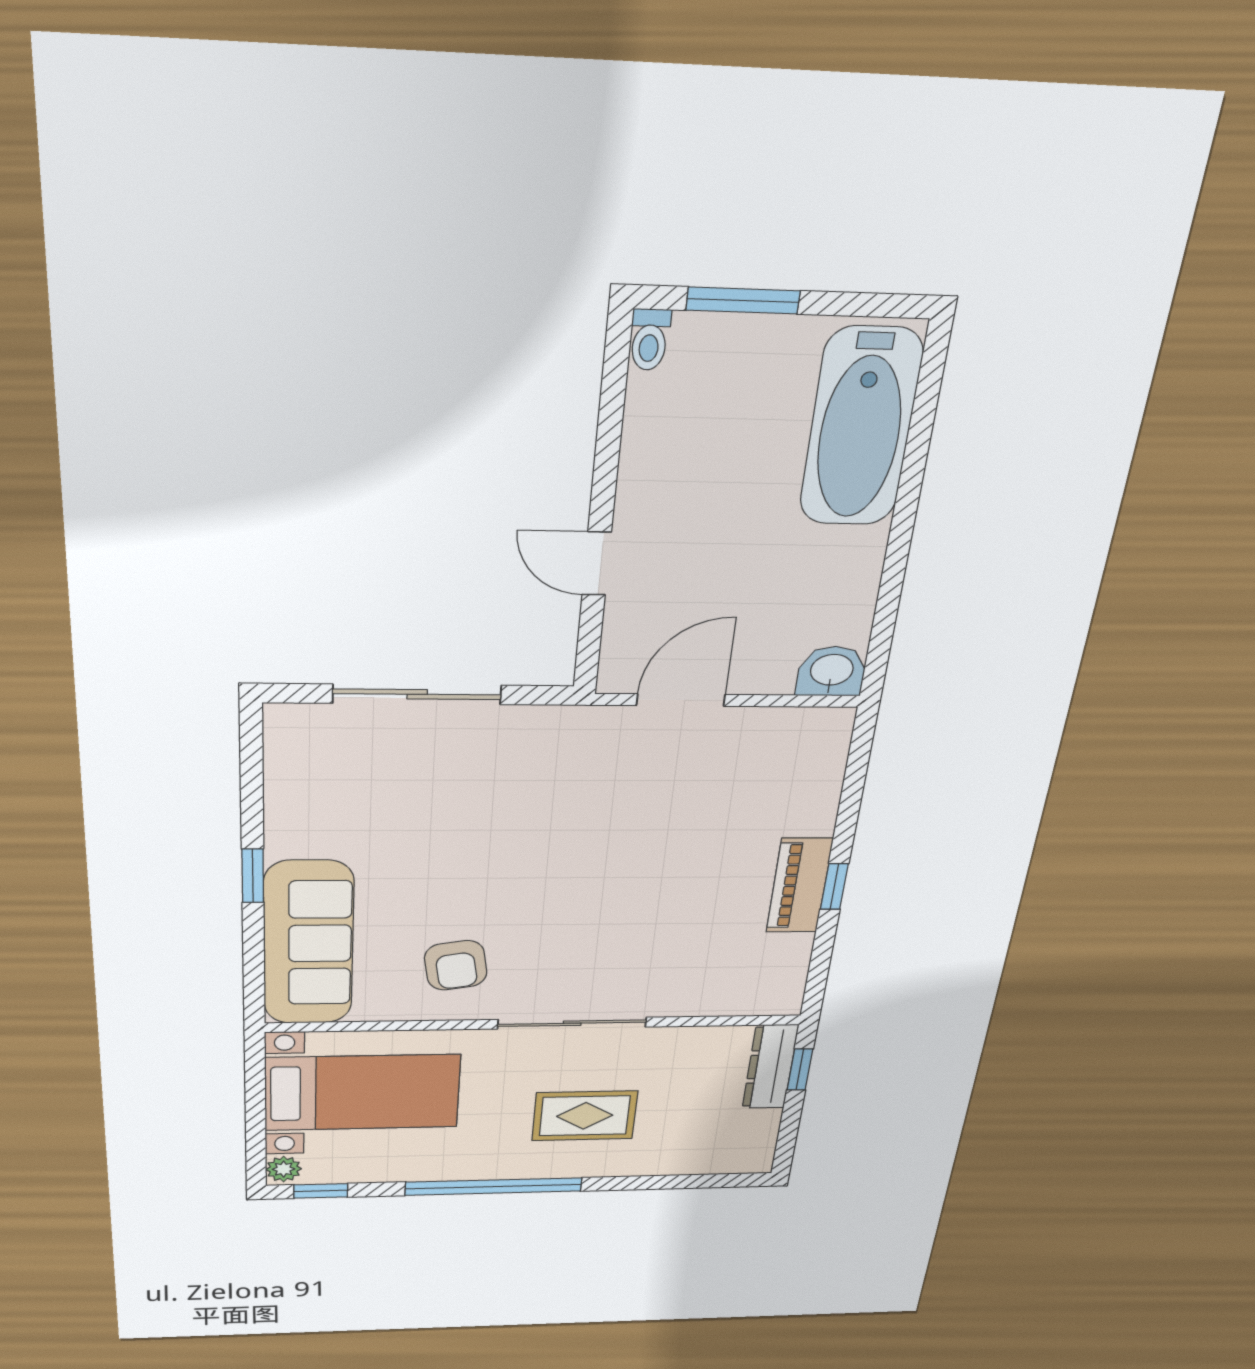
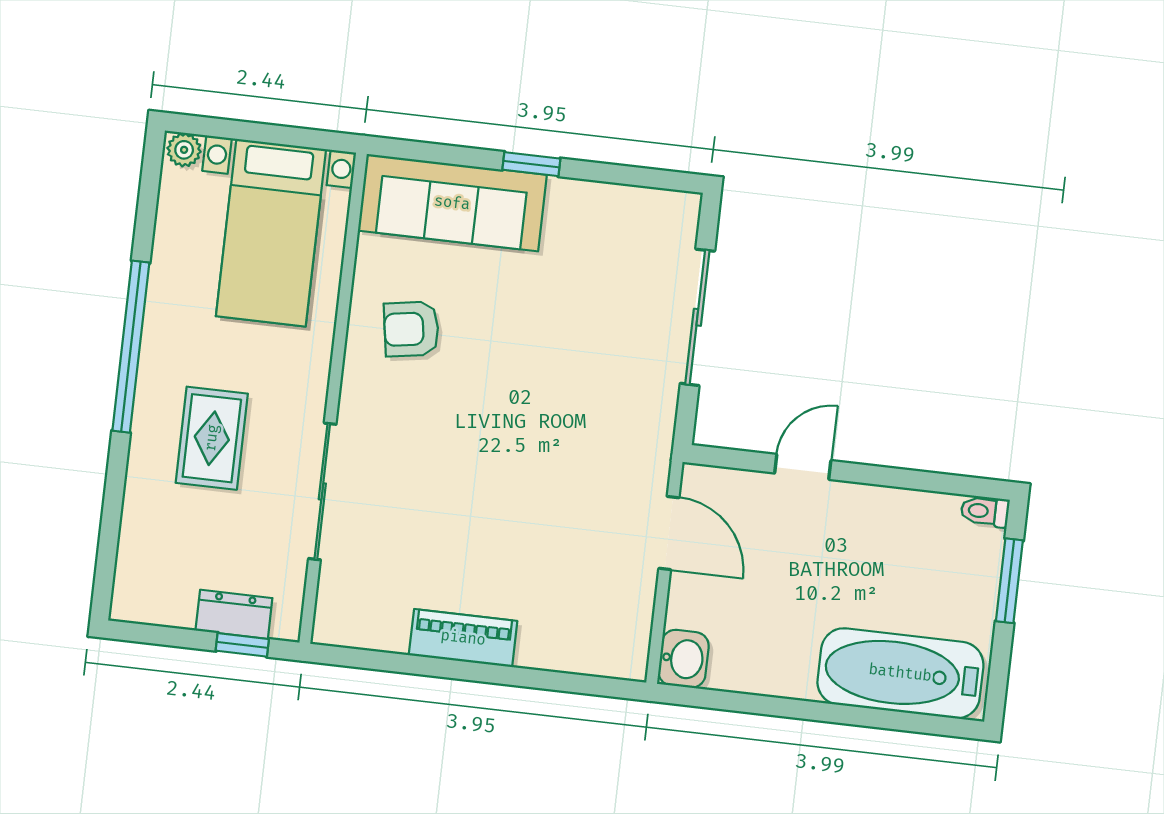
window: (834, 887) -> (458, 670), removed
sliding door: (572, 1023) -> (322, 491), moved
dresser: (770, 1067) -> (234, 614), width x0.70
window: (321, 1191) -> (150, 181), removed

